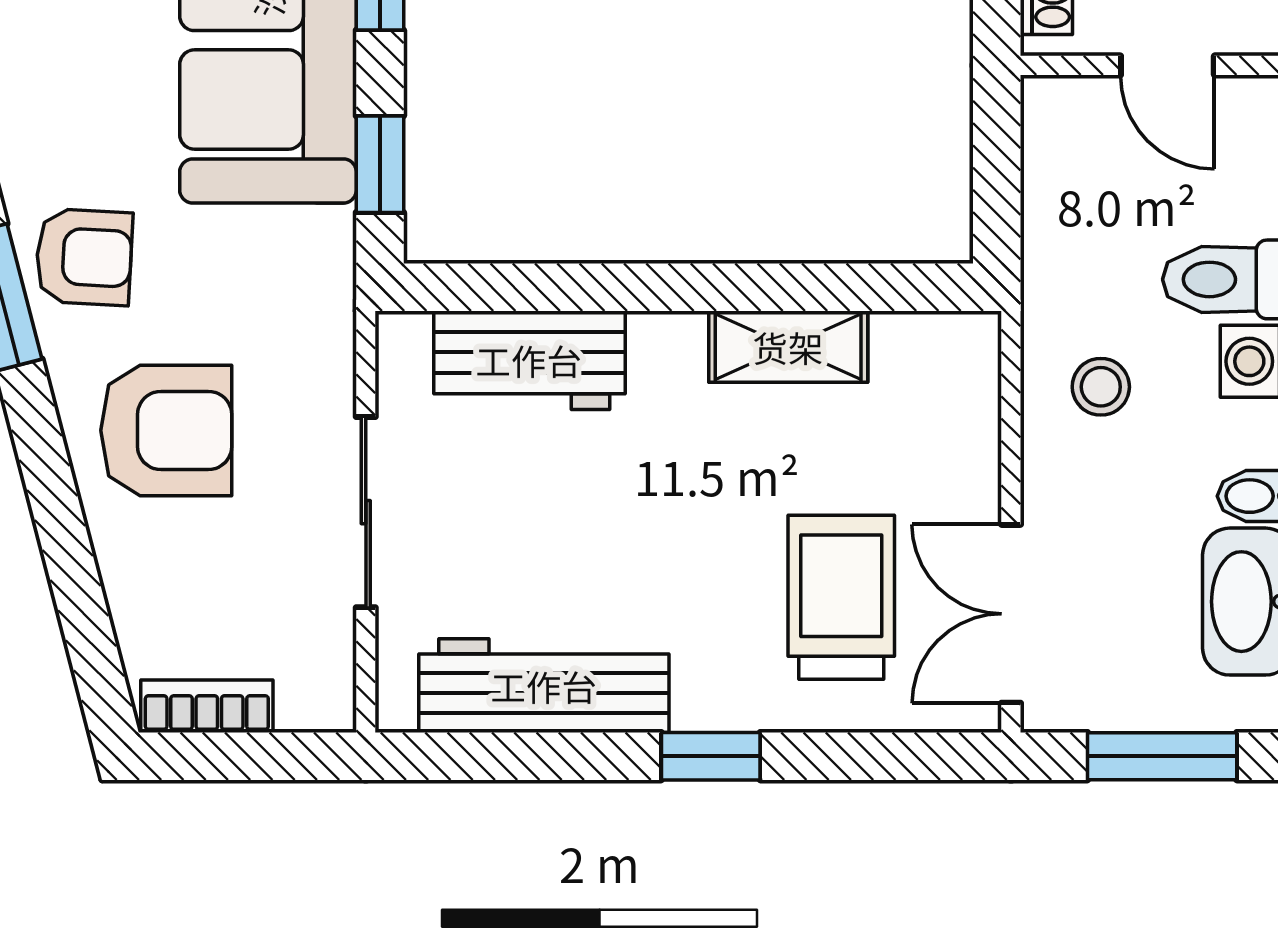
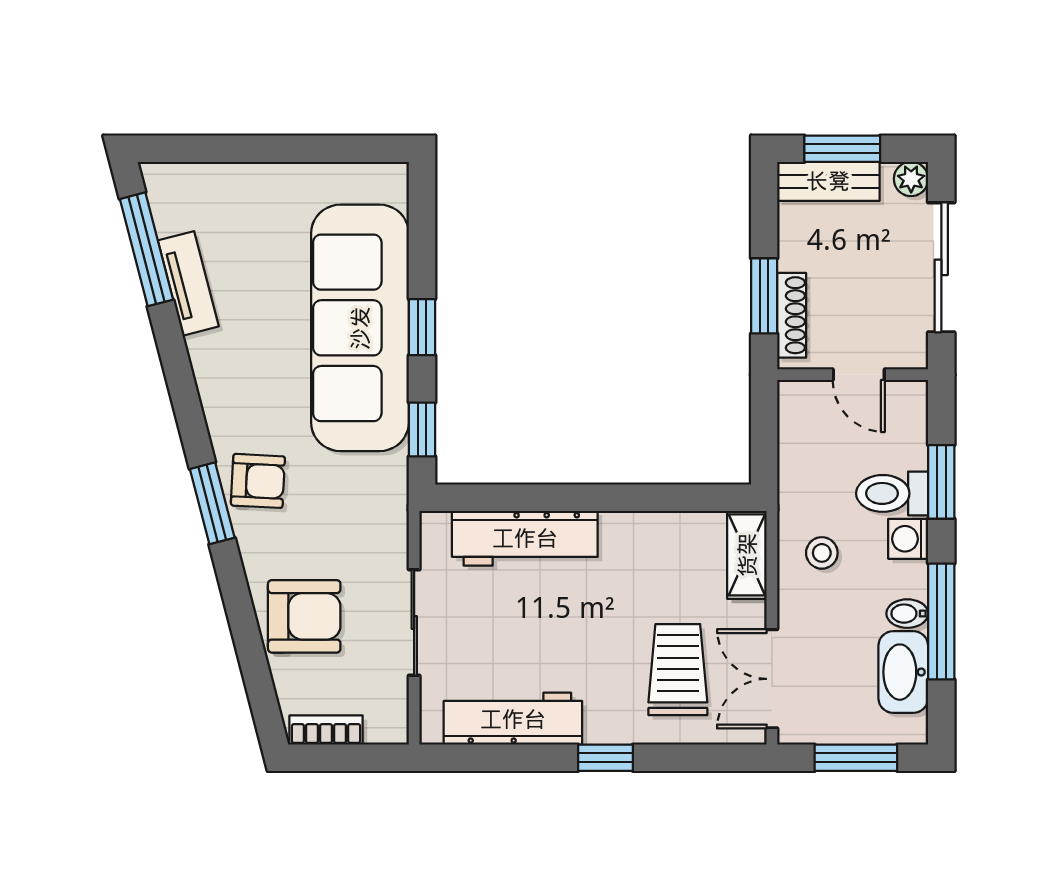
shelving: (788, 347) -> (747, 555), moved, turned 90
workbench: (529, 360) -> (525, 538), width x1.37
armchair: (166, 430) -> (304, 616), moved

